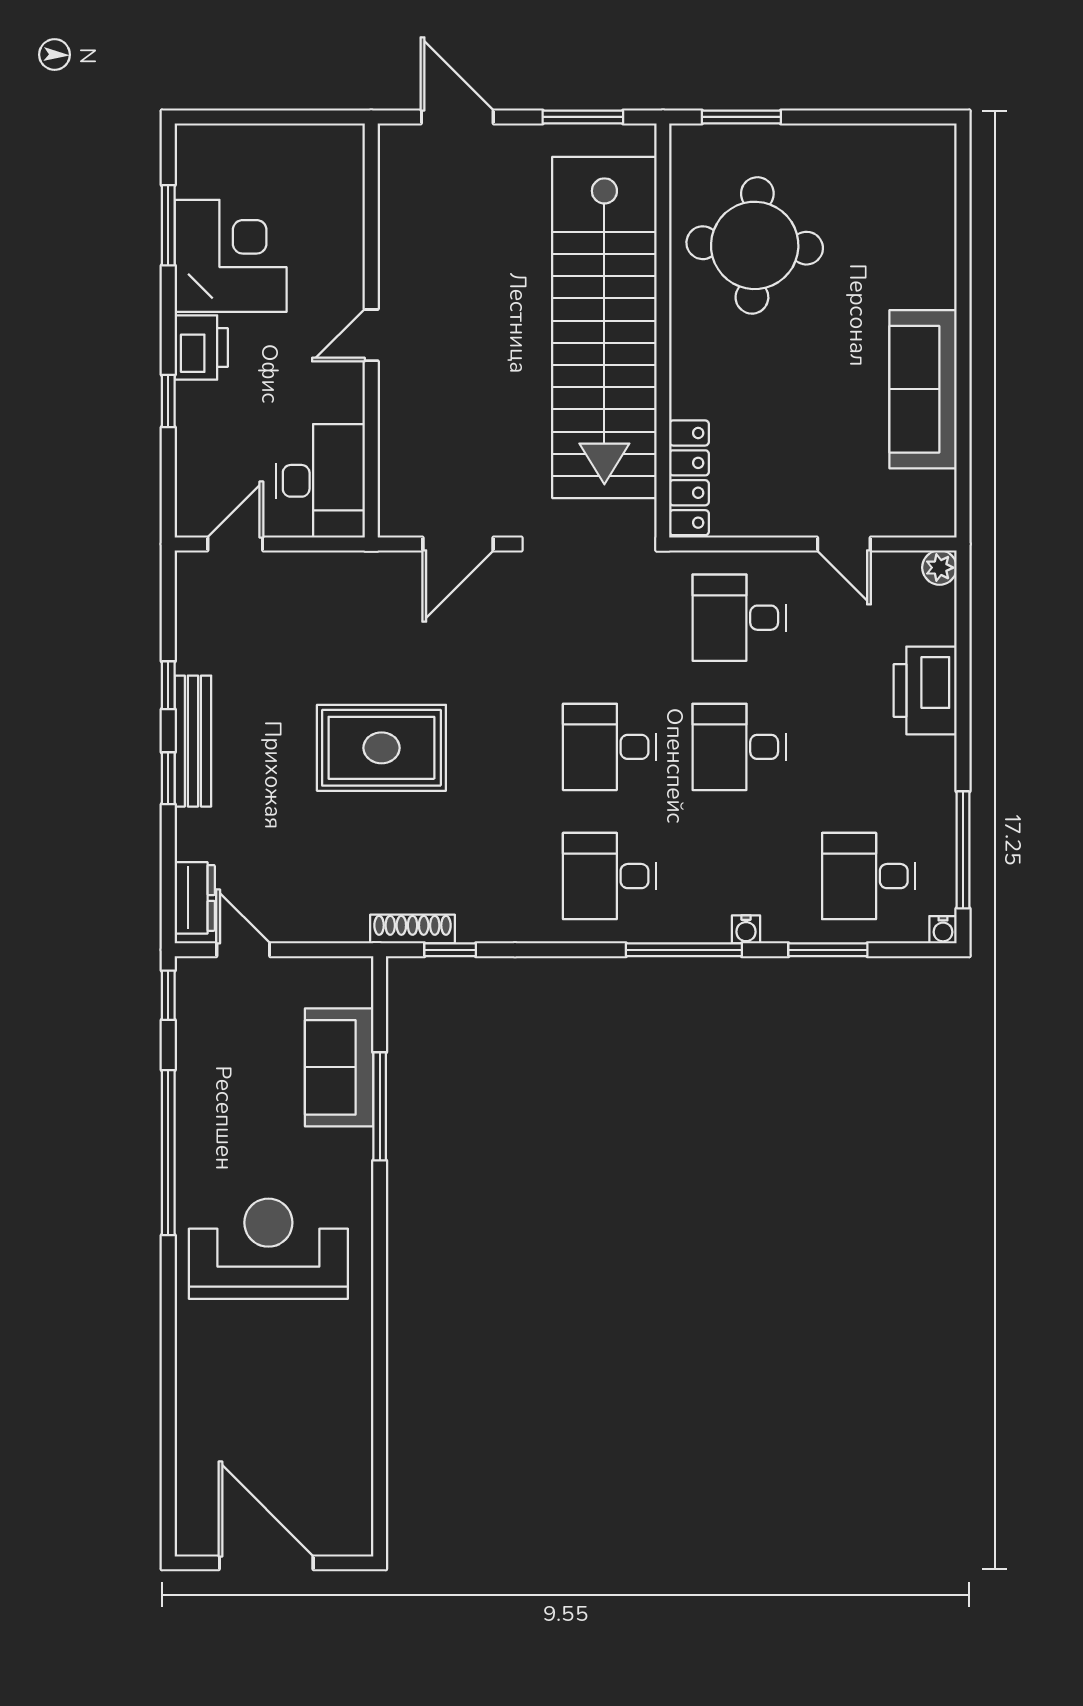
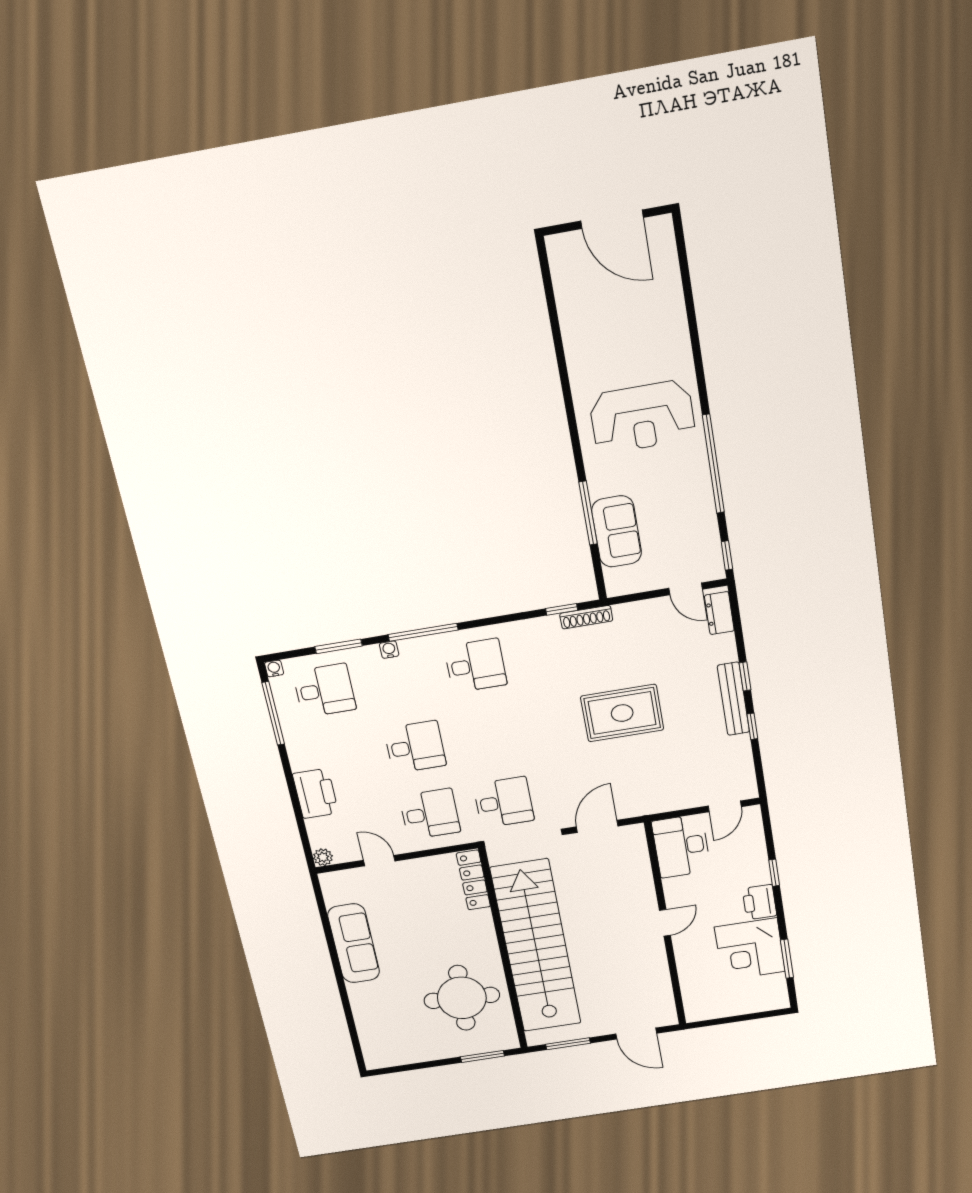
desk: (609, 747) -> (504, 802), moved

